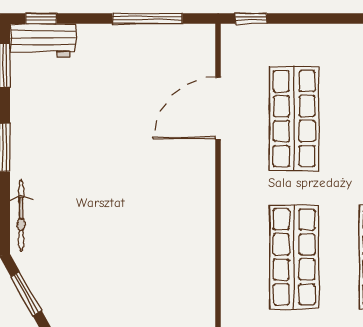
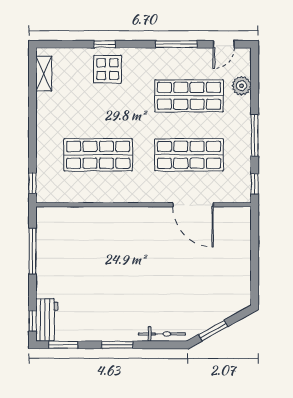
door: (218, 108) -> (193, 205), moved

